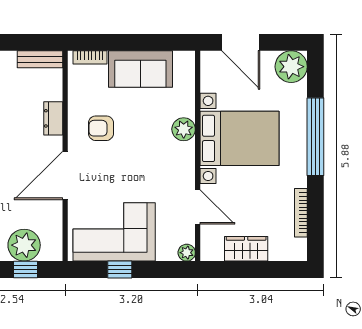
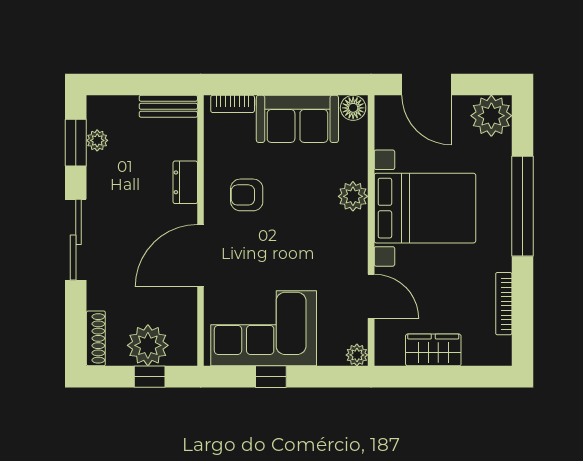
floor lamp: (184, 60) -> (353, 108), added

